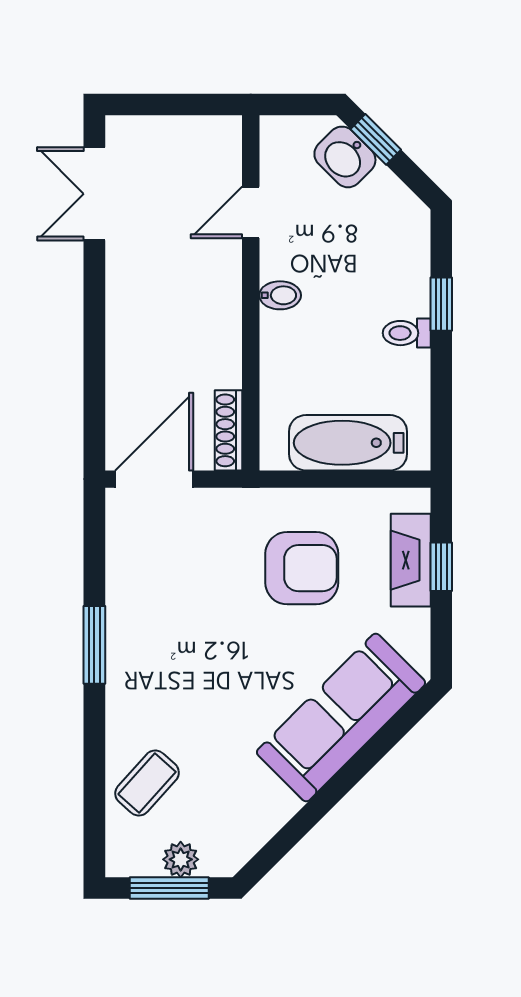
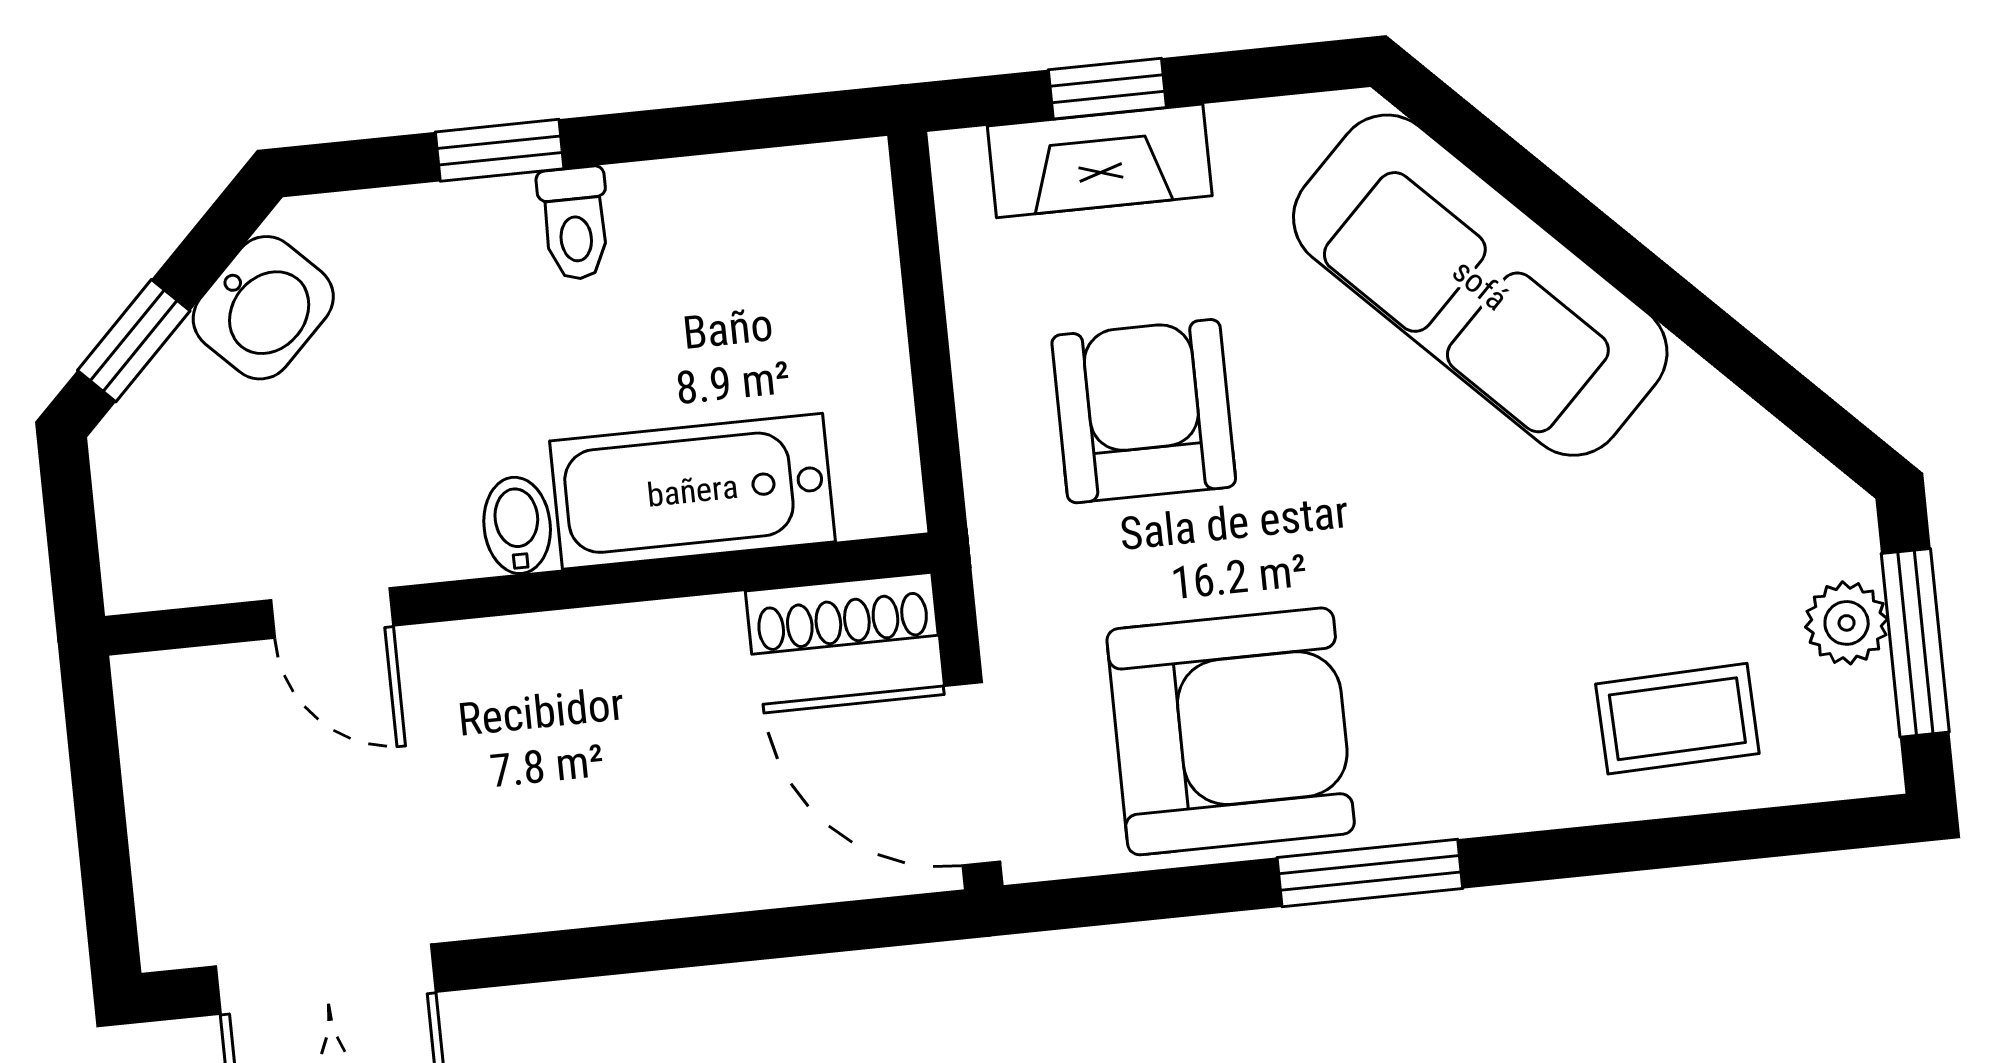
washbasin: (345, 157) -> (263, 308), moved
bathtub: (348, 443) -> (693, 491), moved, turned 90
armchair: (161, 591) -> (1231, 731), added
coffee table: (147, 783) -> (1677, 719), turned -44

